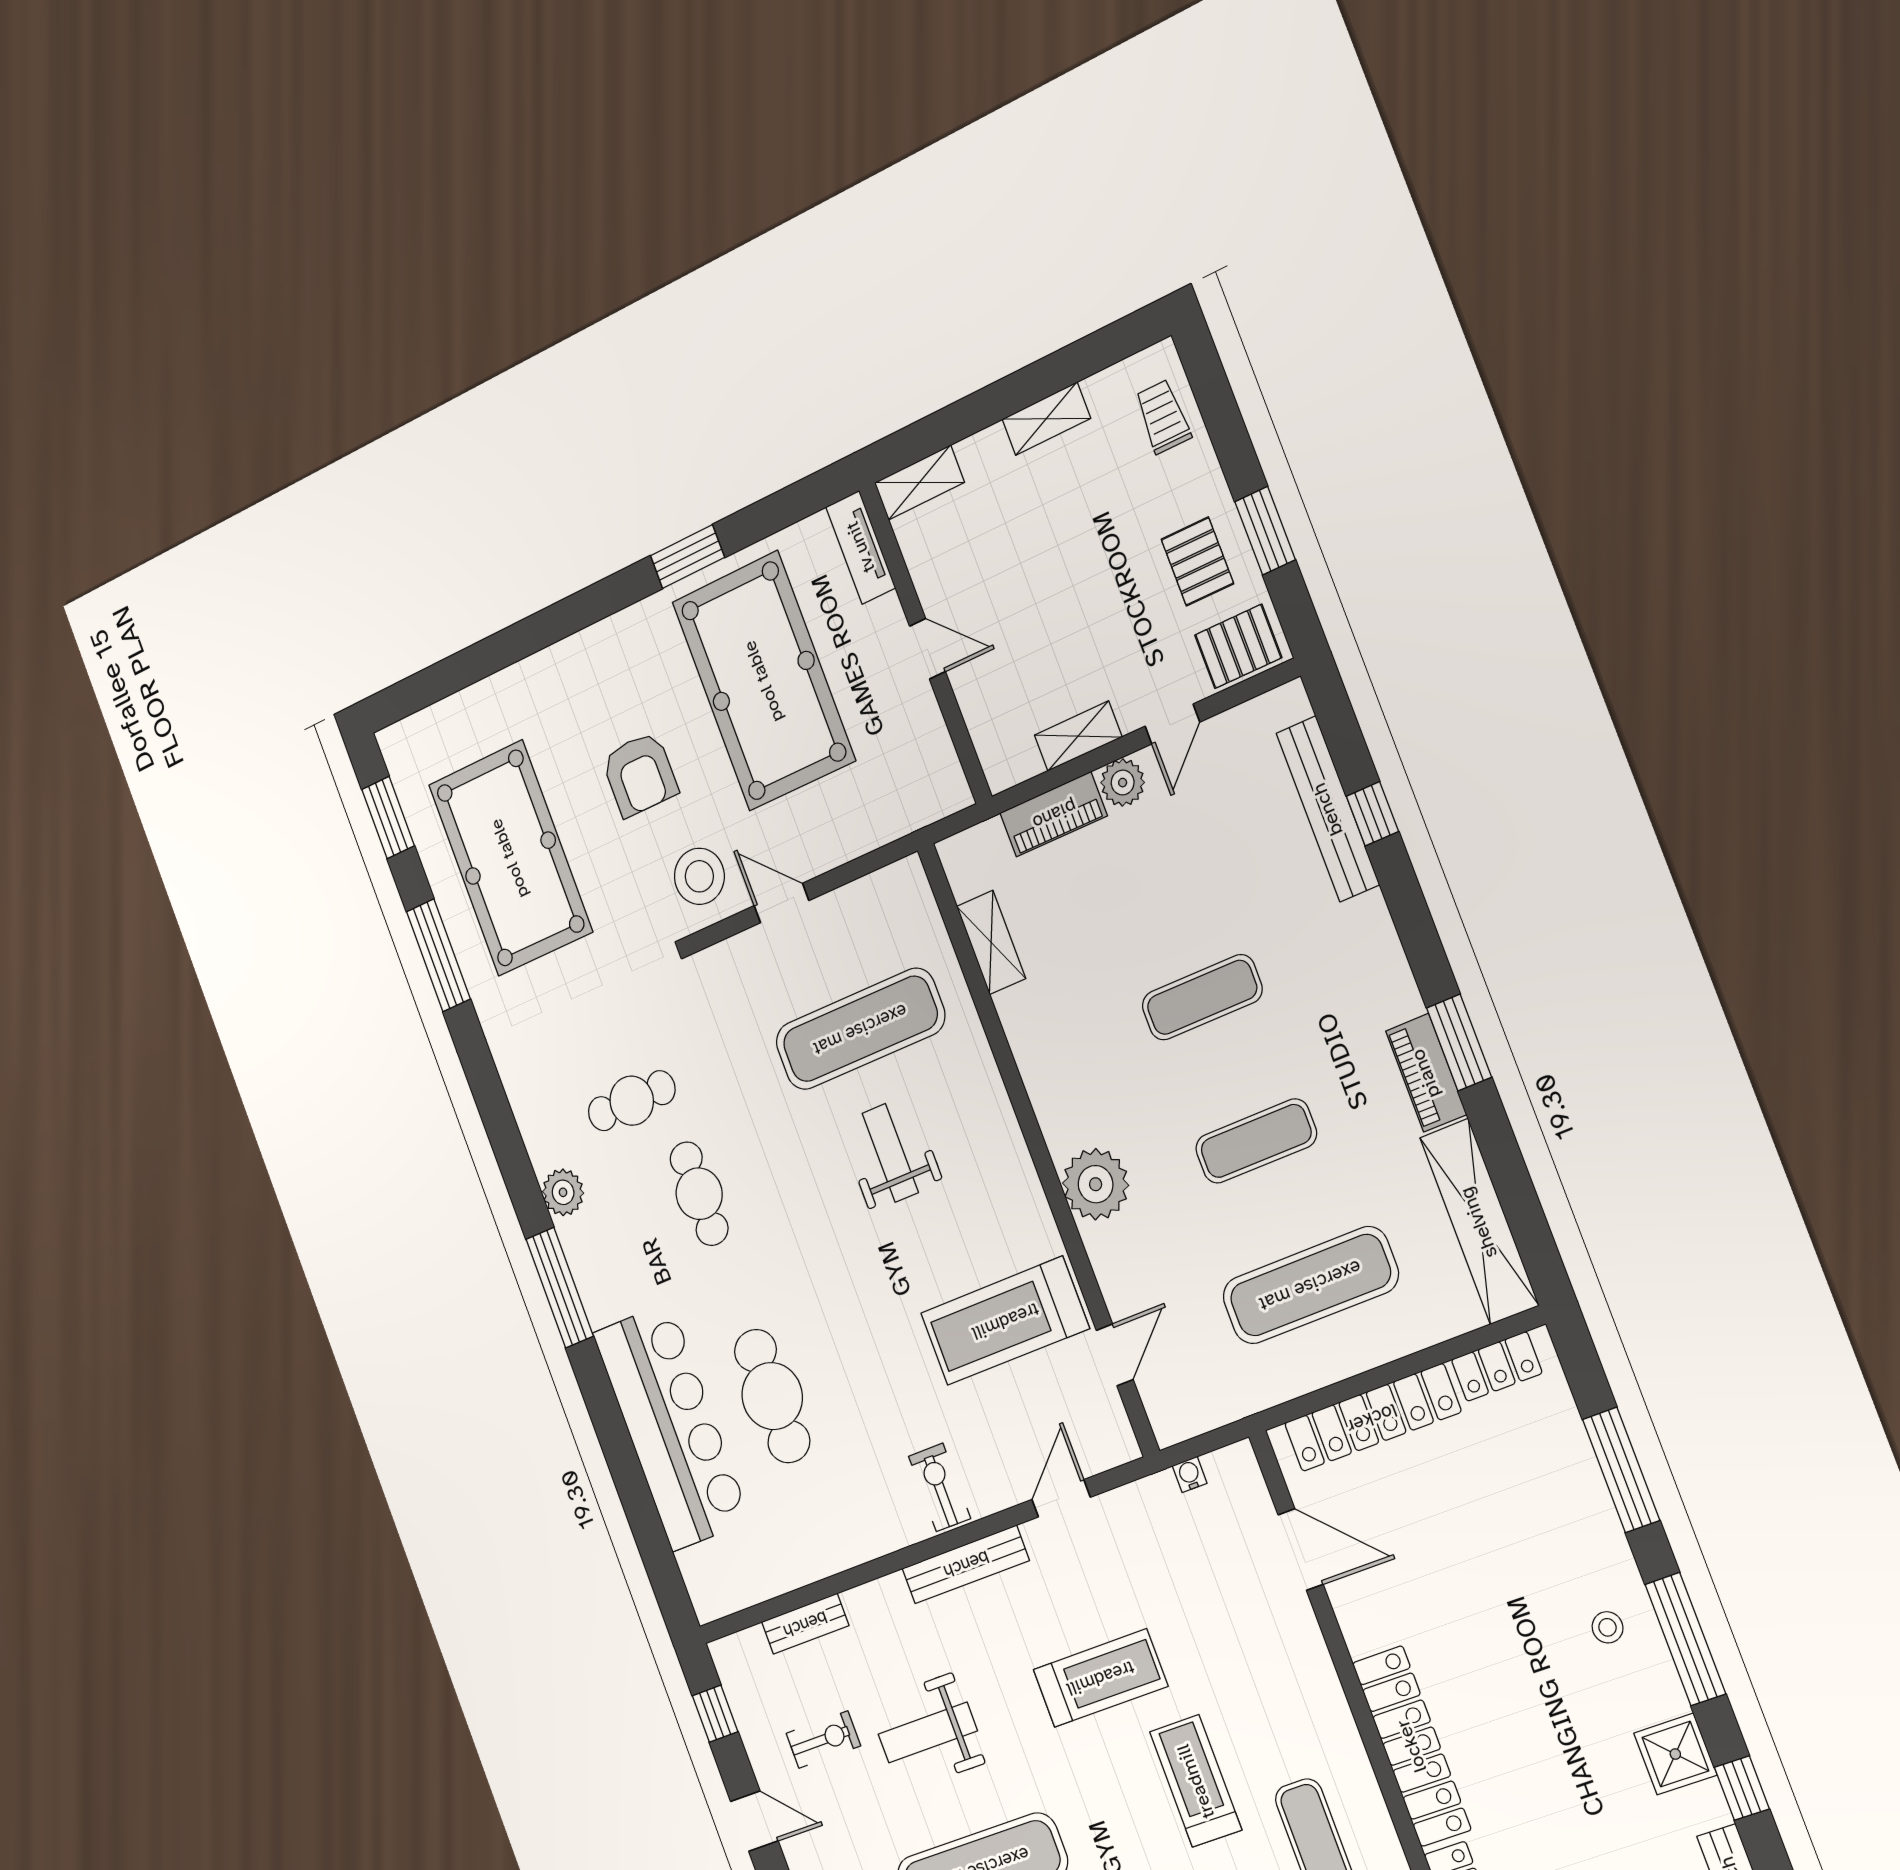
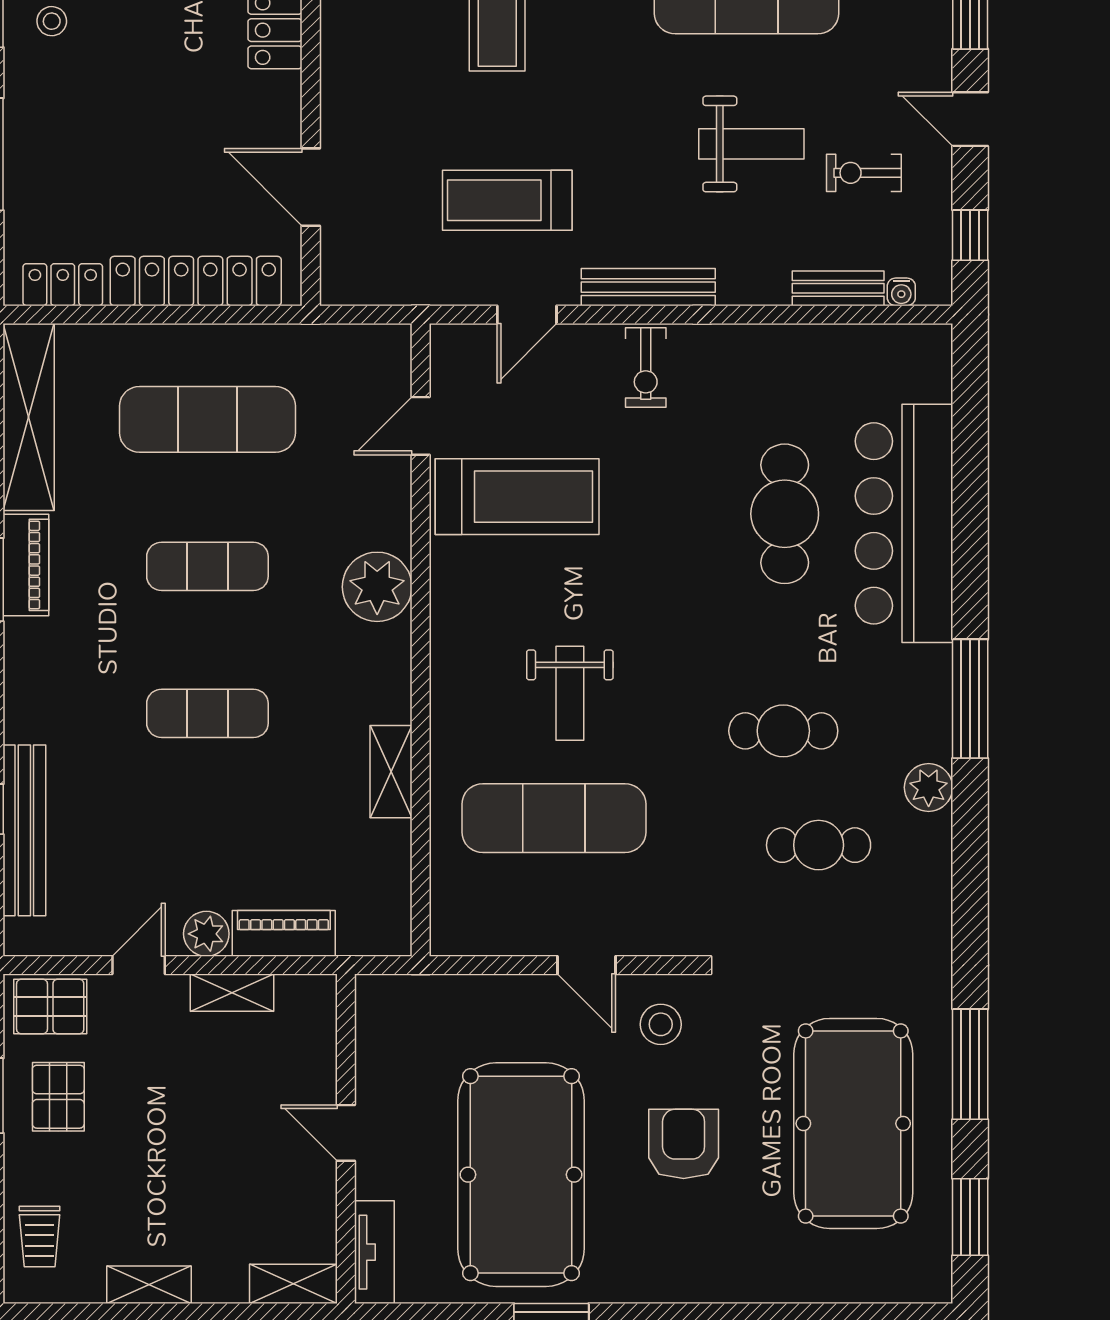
stool: (699, 876) -> (661, 1024), width x0.73, depth x0.73
shelving: (991, 942) -> (391, 772), moved
cafe table: (699, 1194) -> (783, 731), turned 90
water cooler: (1190, 1474) -> (901, 292), moved
treadmill: (1100, 1678) -> (507, 200), moved

